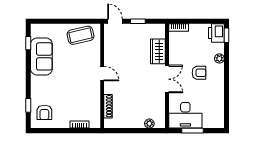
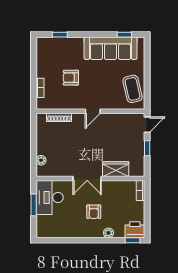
sofa: (41, 56) -> (111, 48), width x1.36
armchair: (44, 112) -> (71, 78), moved

